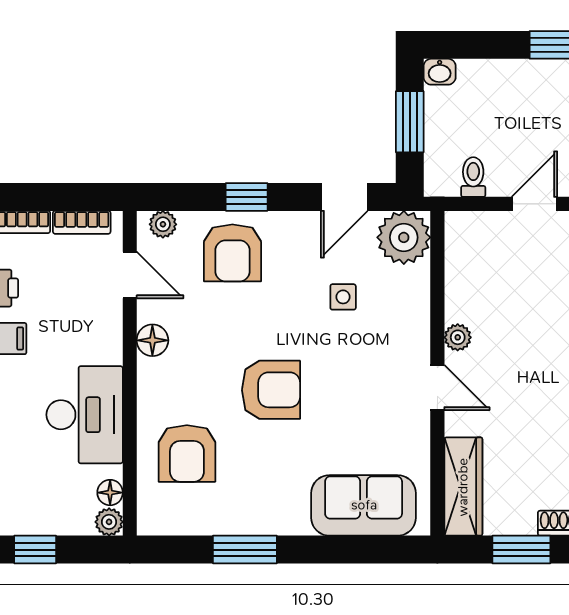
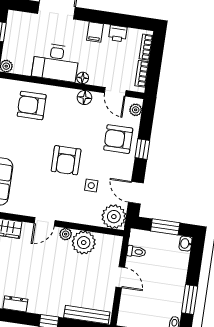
door: (130, 275) -> (115, 92), hinge flipped
plant: (470, 295) -> (84, 243), added
armchair: (271, 390) -> (66, 160), moved
floor lamp: (110, 493) -> (83, 78), moved

